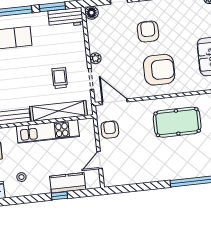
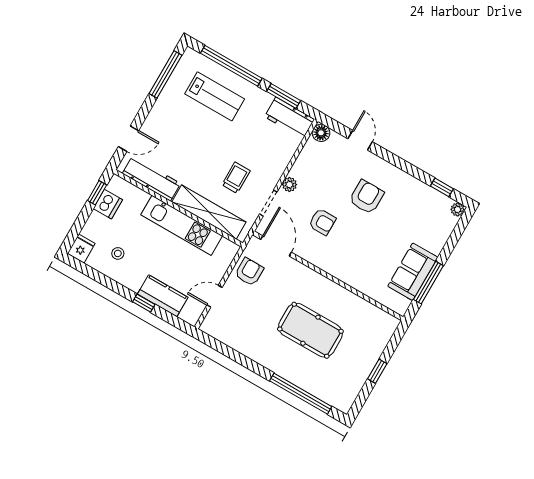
armchair: (159, 70) -> (322, 222), moved, width x0.53, depth x0.53
pool table: (177, 122) -> (310, 330), moved

